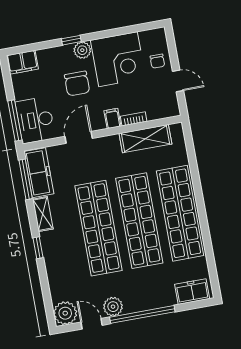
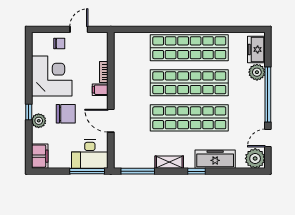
plant: (82, 50) -> (39, 121), moved
shelving: (145, 139) -> (122, 65), removed
freezer: (39, 173) -> (215, 159), moved
plant: (113, 307) -> (257, 72), moved

